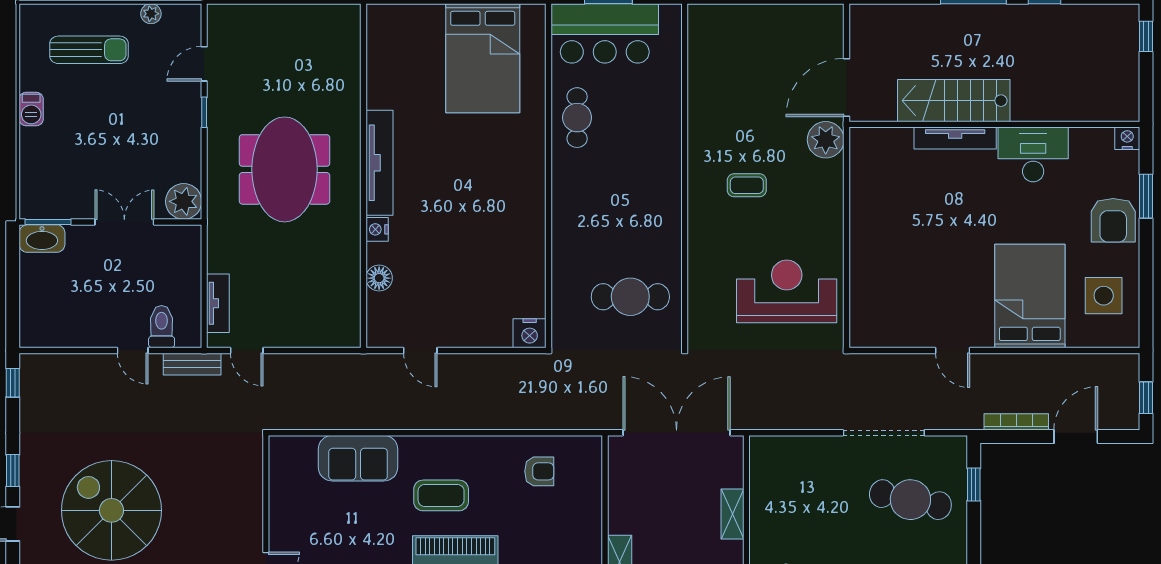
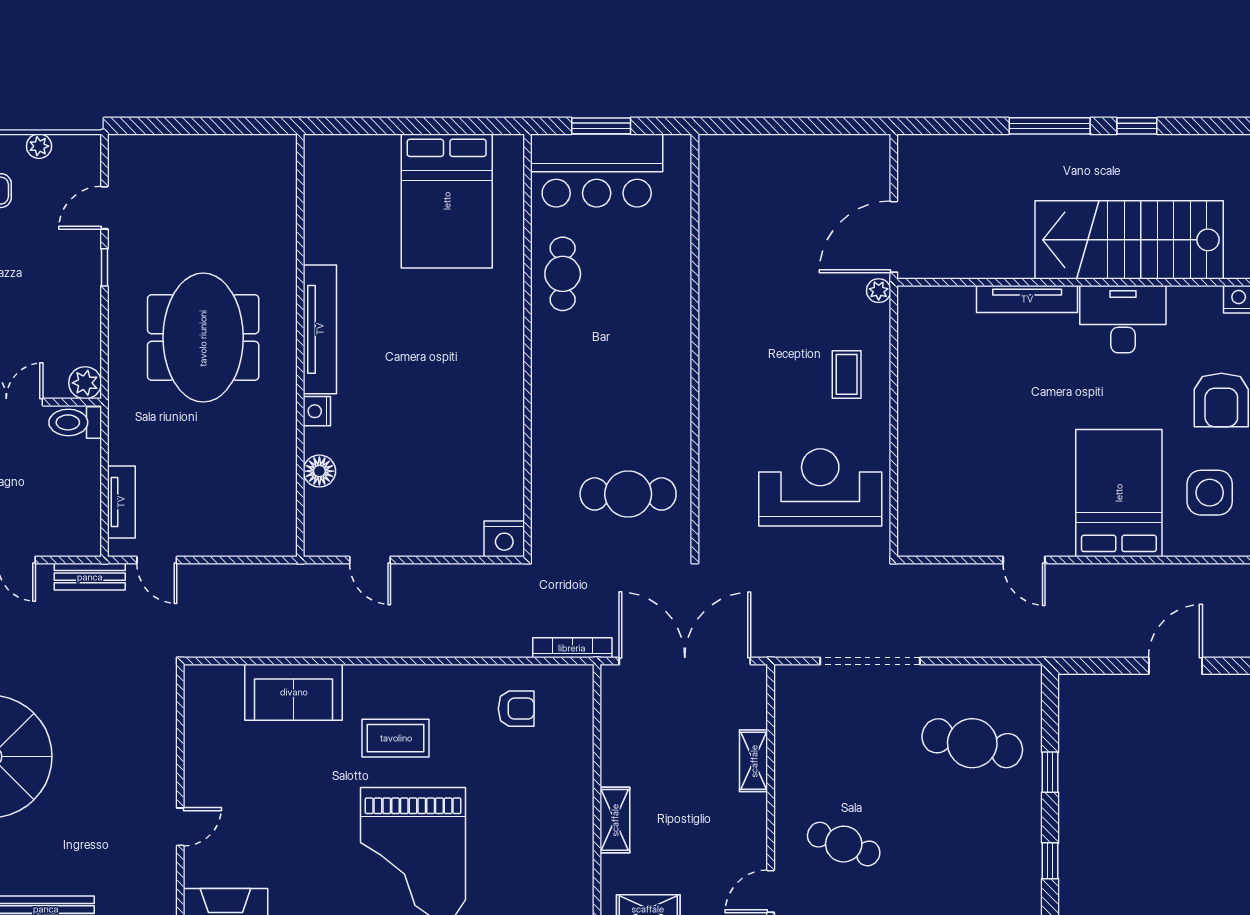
stairs: (954, 101) -> (1129, 240), moved, width x1.36, depth x1.51
plant: (826, 140) -> (879, 291), width x0.53, depth x0.53
coffee table: (747, 185) -> (847, 374), moved, turned 90
plant: (184, 201) -> (85, 383), width x0.73, depth x0.73
toilet: (162, 327) -> (75, 422), moved, turned -90
bookcase: (1016, 422) -> (572, 648), moved
doorway: (884, 433) -> (870, 661), moved
window: (974, 484) -> (1050, 772), moved

